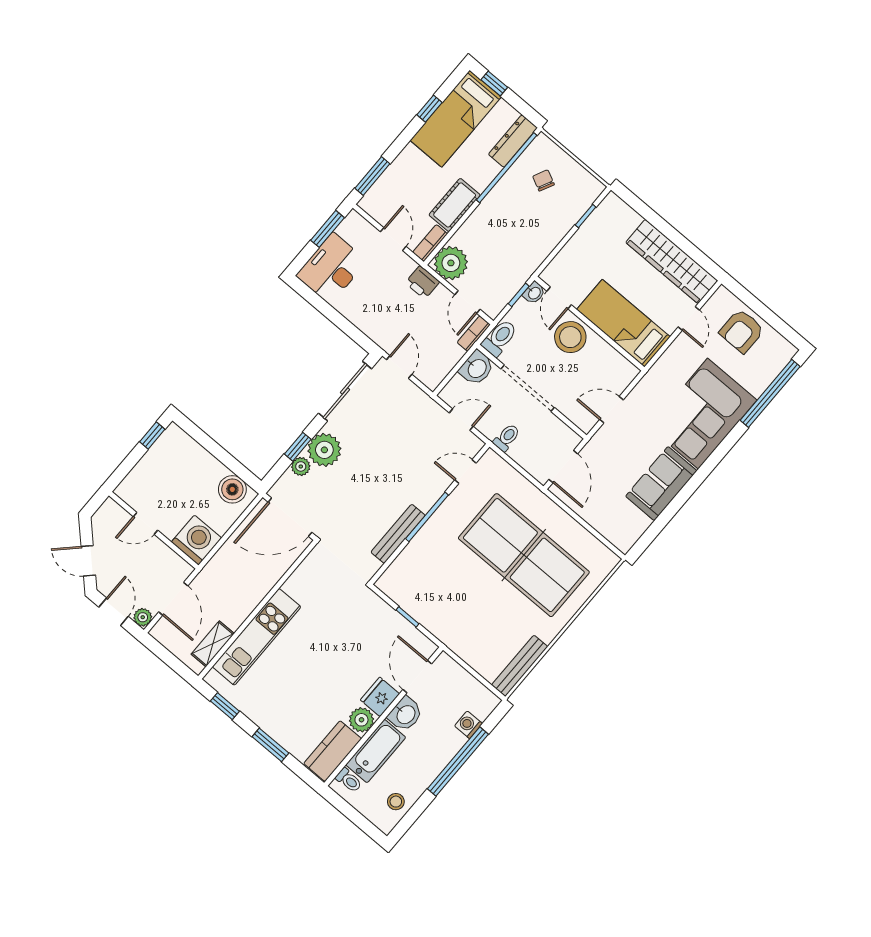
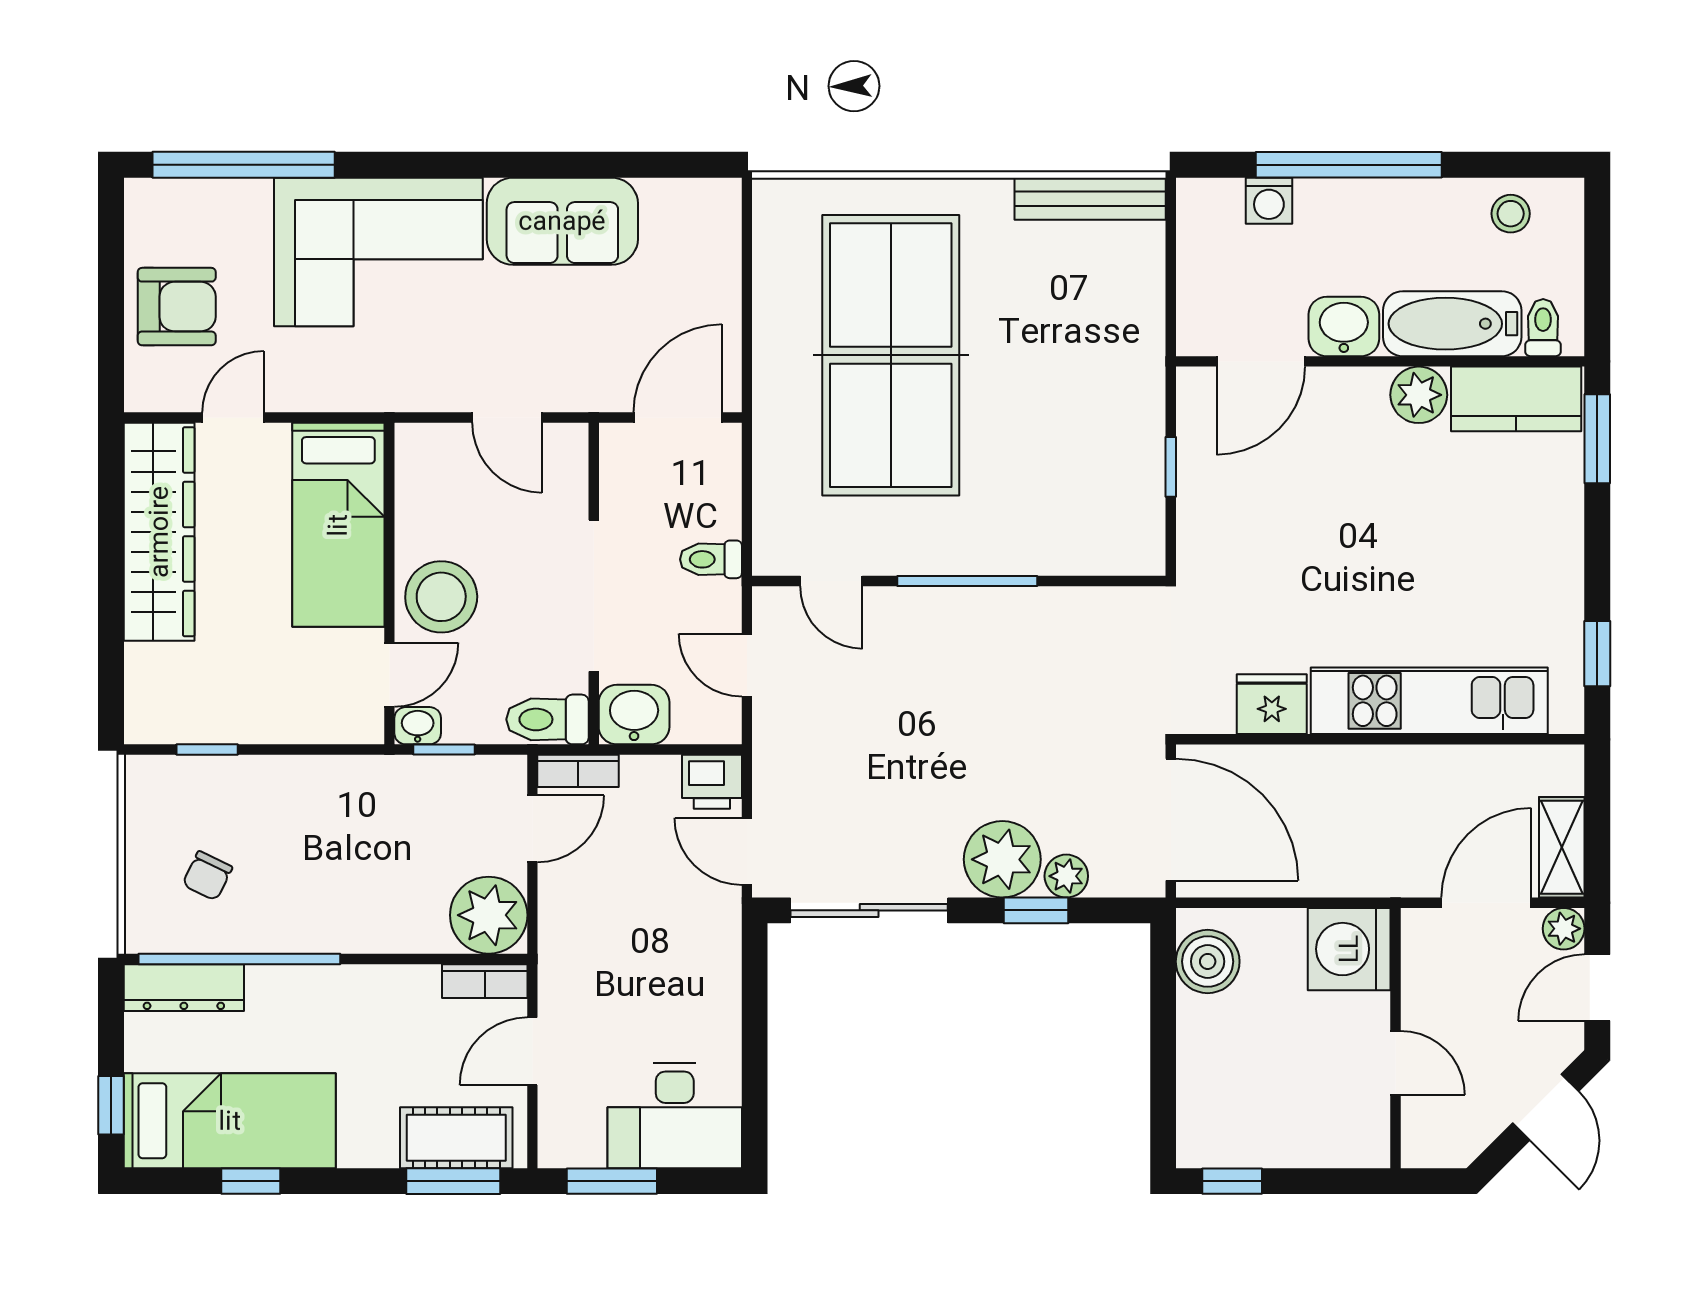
cot: (455, 205) -> (456, 1138), moved
printer: (422, 282) -> (712, 782), moved, turned 90
door: (399, 367) -> (747, 852), hinge flipped
bench: (398, 534) -> (1040, 607), removed
shelving: (213, 644) -> (1562, 847), moved, turned 90
fridge: (380, 697) -> (1272, 704), moved, turned 180
window: (270, 745) -> (1597, 439), moved

